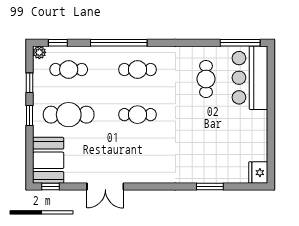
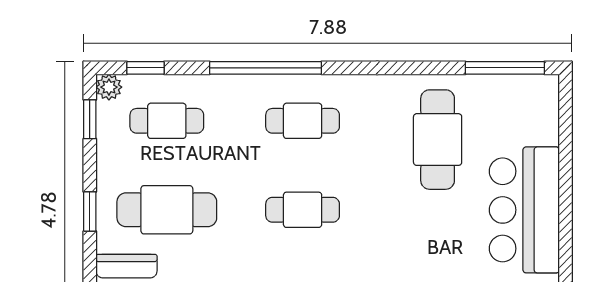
bar counter: (250, 78) -> (524, 210), moved
cafe table: (206, 79) -> (438, 140), width x1.37, depth x1.35
window: (30, 83) -> (90, 119), moved

